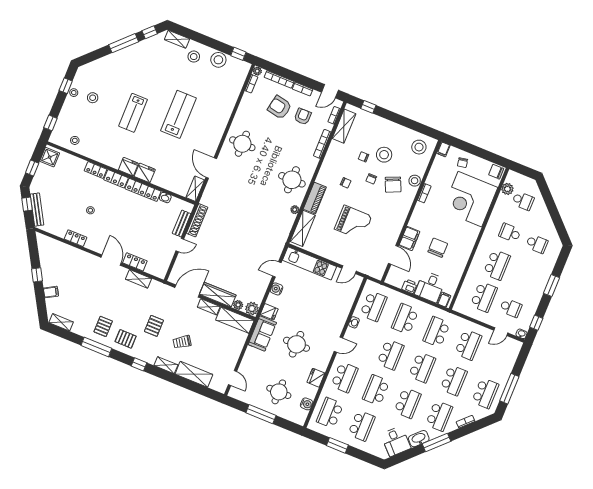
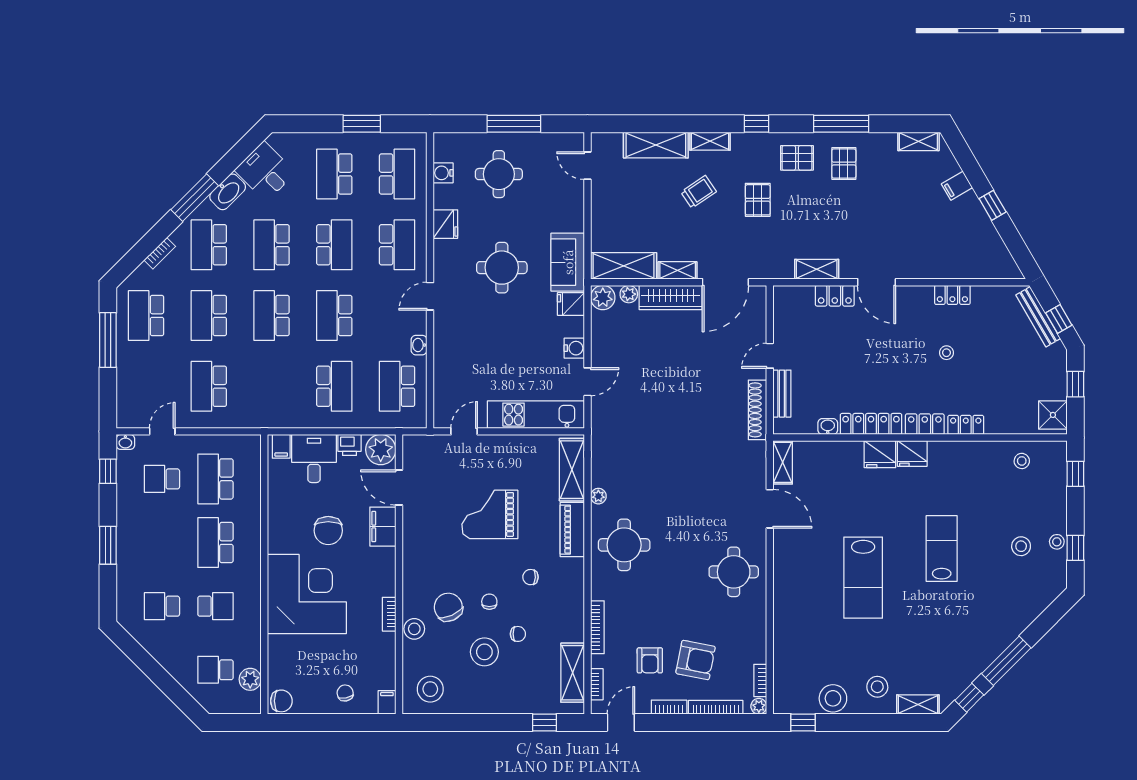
corner desk: (470, 199) -> (307, 594), moved
plant: (395, 278) -> (381, 450), added
school desk: (437, 332) -> (272, 386), removed
school desk: (344, 377) -> (397, 245), turned 180

